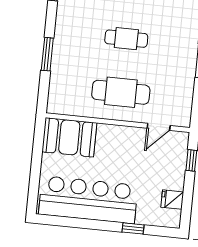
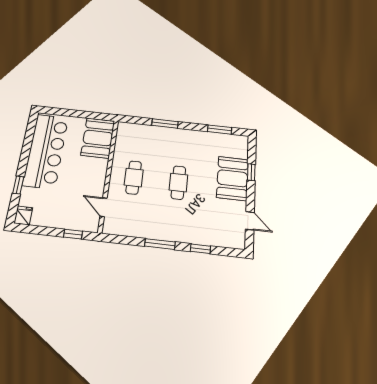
cafe table: (121, 92) -> (134, 177), width x0.73, depth x0.74
fridge: (172, 200) -> (23, 216), moved

